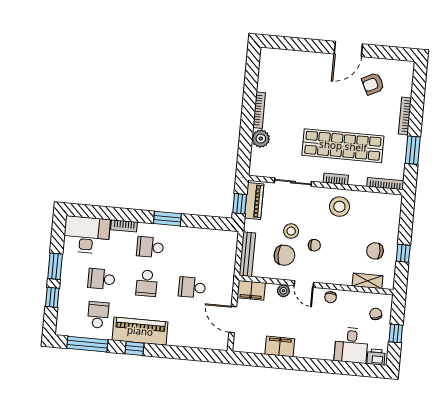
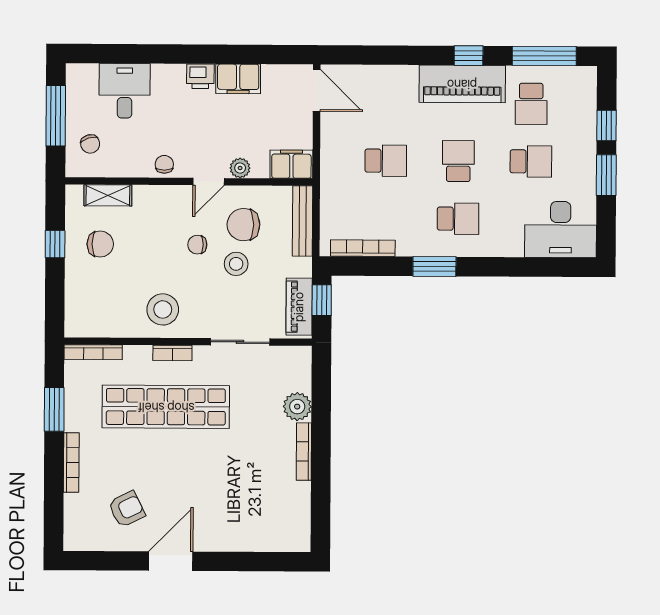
bookcase: (124, 226) -> (363, 248), moved, width x1.56
door: (304, 284) -> (209, 182), swing flipped
door: (233, 319) -> (317, 90), moved
window: (396, 333) -> (56, 116), width x2.17
printer: (376, 357) -> (200, 76), moved

